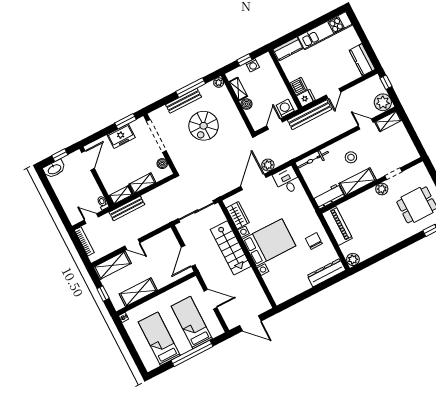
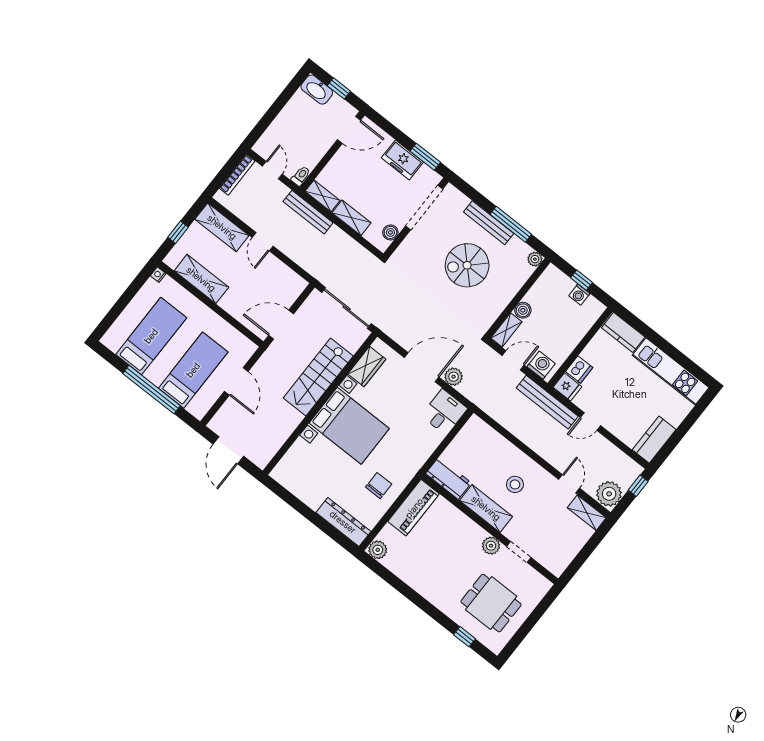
shelving: (238, 89) -> (506, 330), moved
bicycle: (313, 160) -> (488, 435), removed

